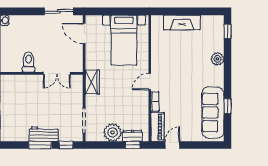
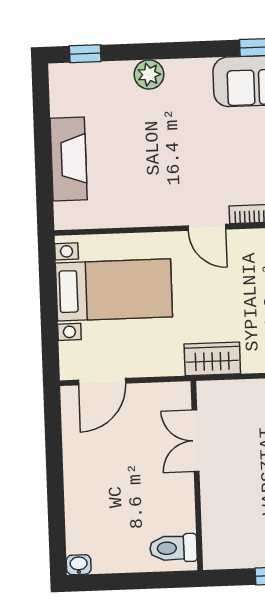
sliding door: (59, 11) -> (54, 441), removed
toilet: (29, 62) -> (173, 548), moved
double door: (57, 73) -> (196, 441), swing flipped

